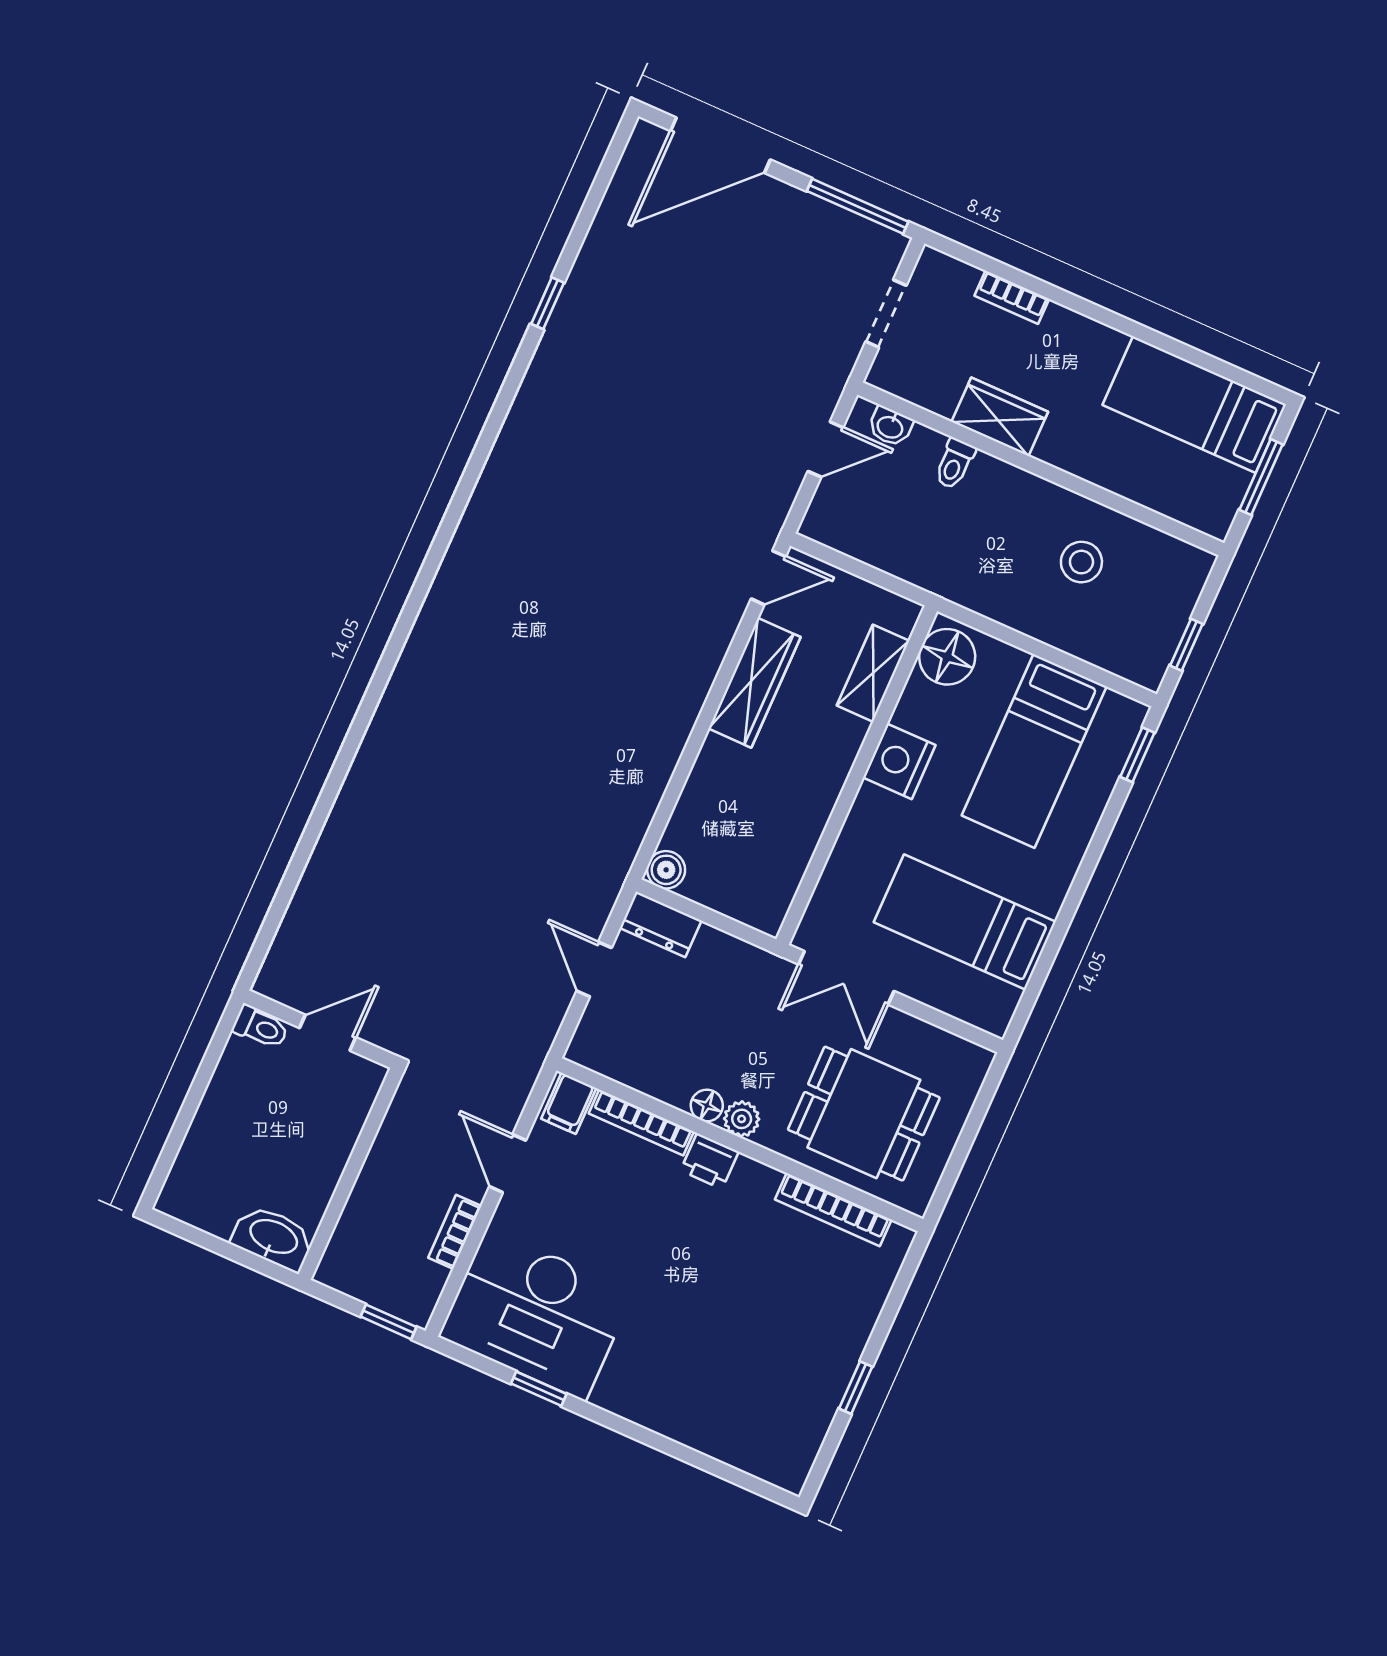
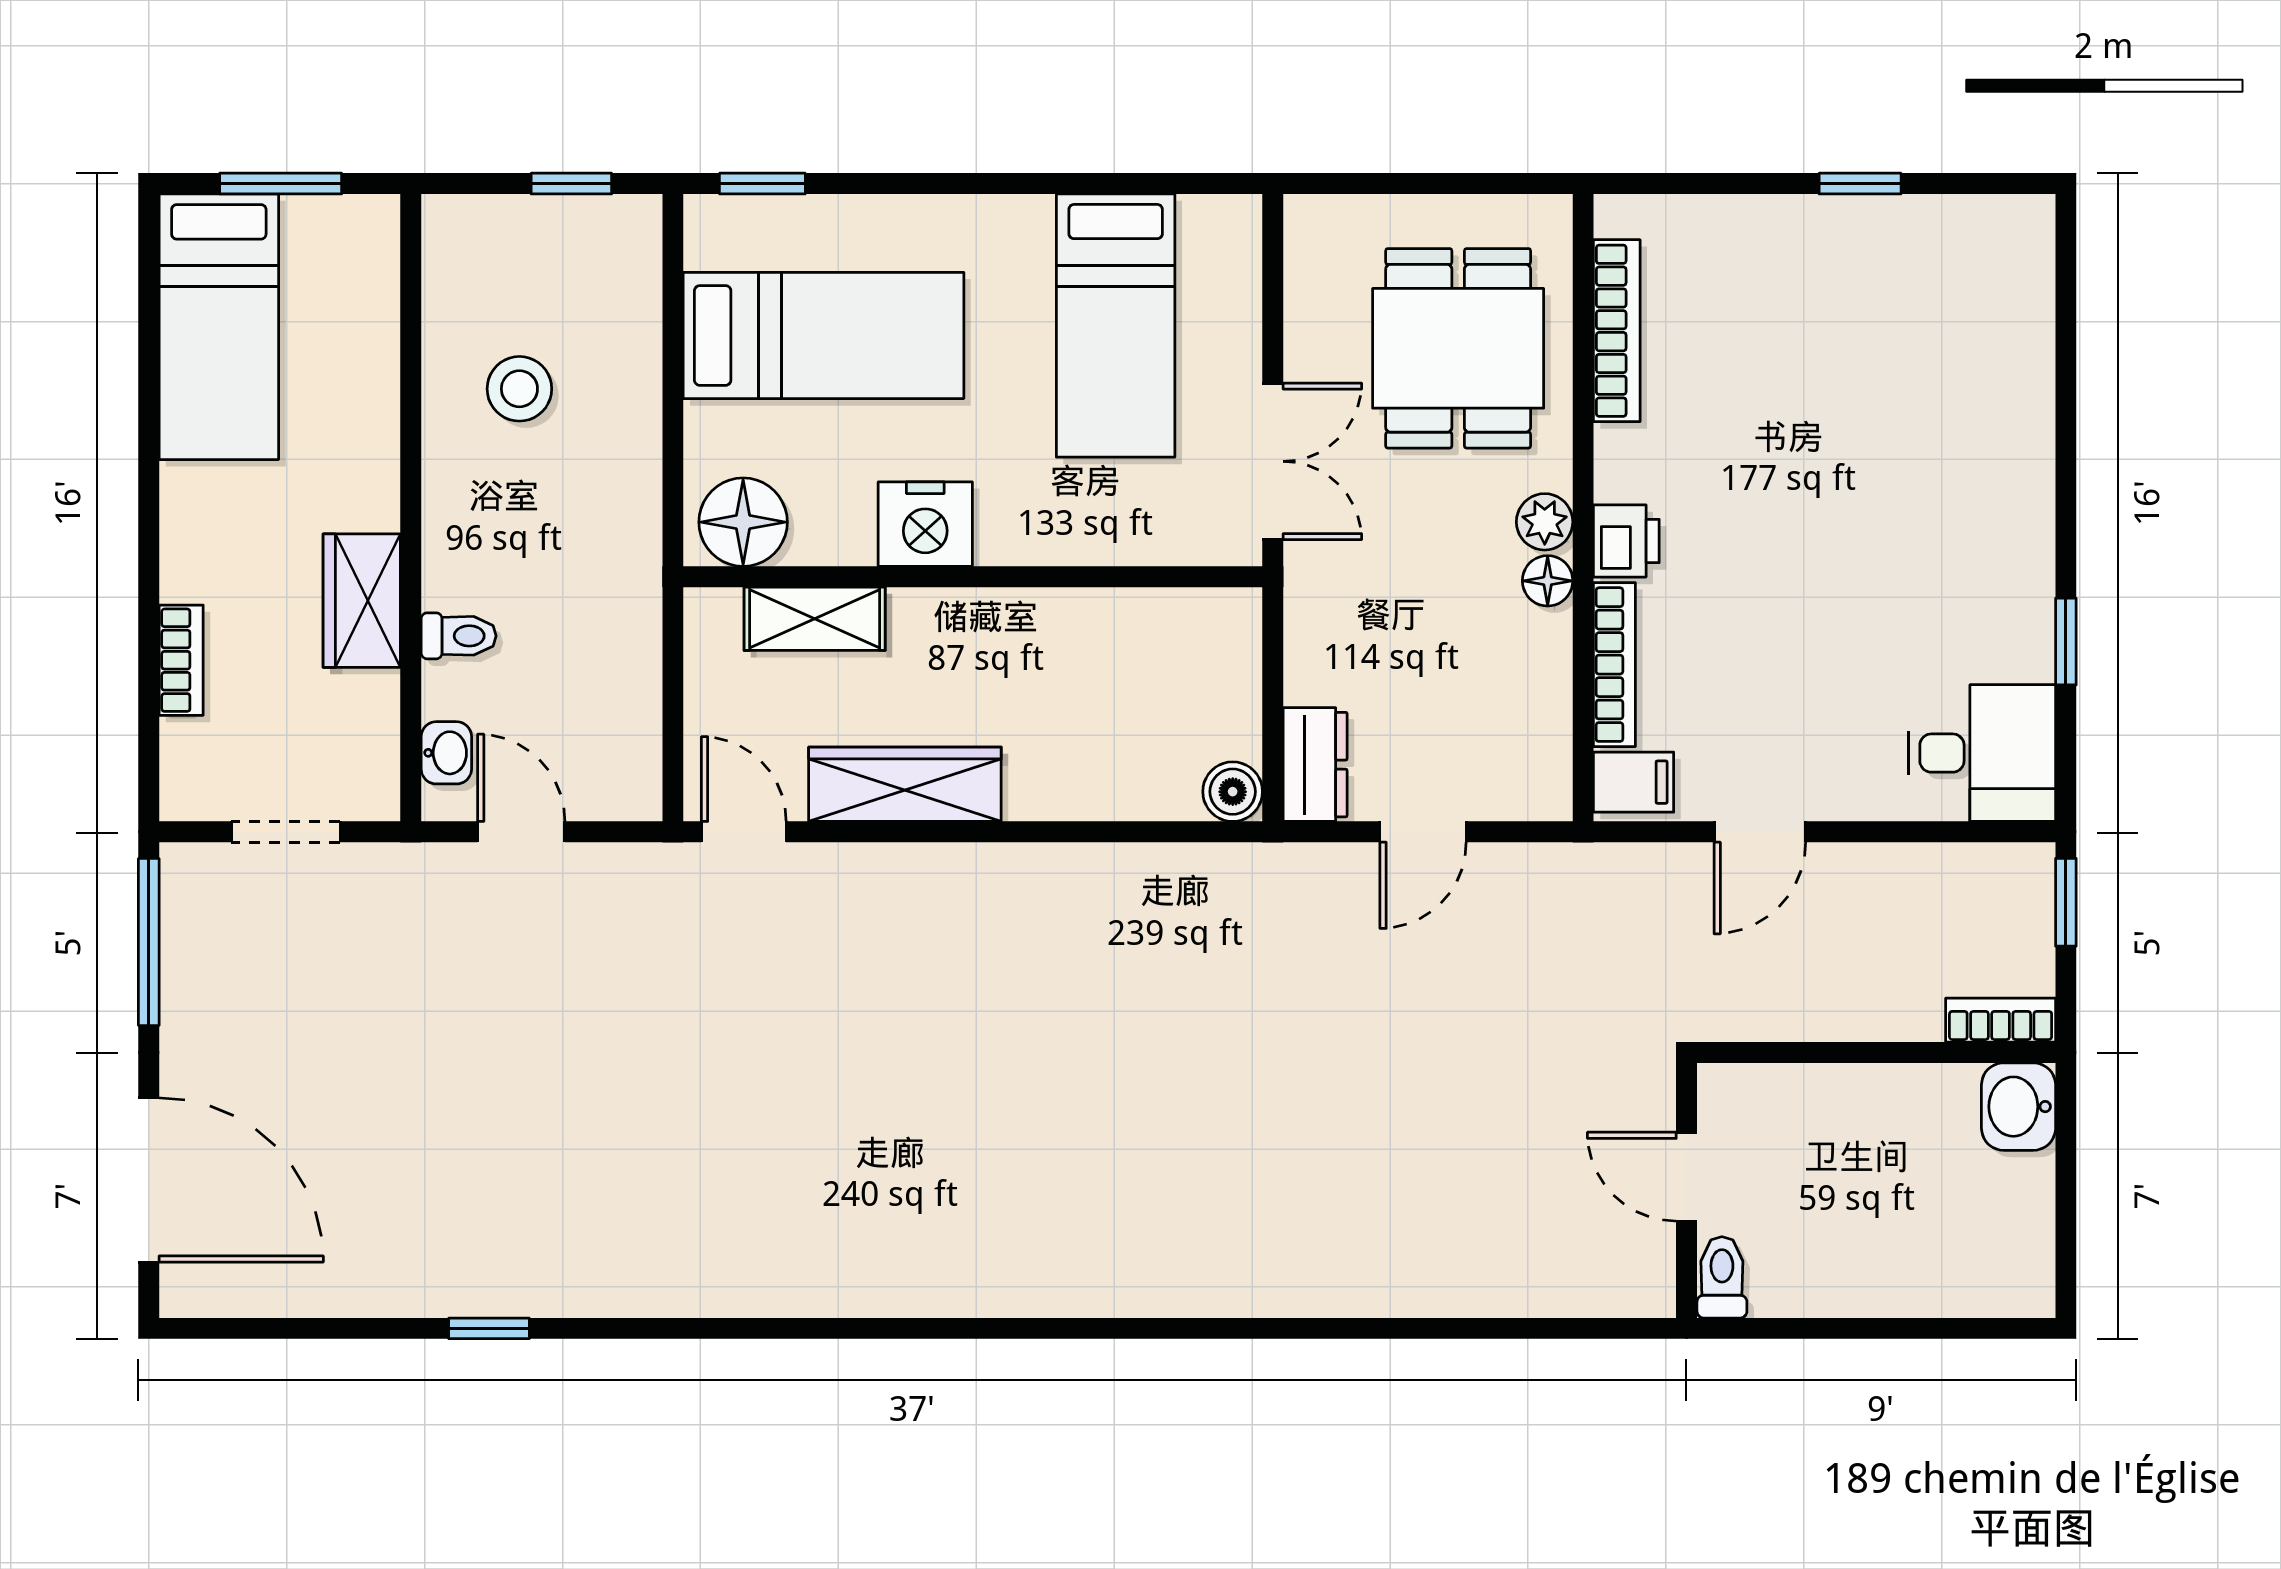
bookcase: (455, 1232) -> (2001, 1020), moved, turned 180
washbasin: (273, 1238) -> (2019, 1107), width x0.72
desk: (536, 1314) -> (1982, 753), width x0.53, depth x0.77

